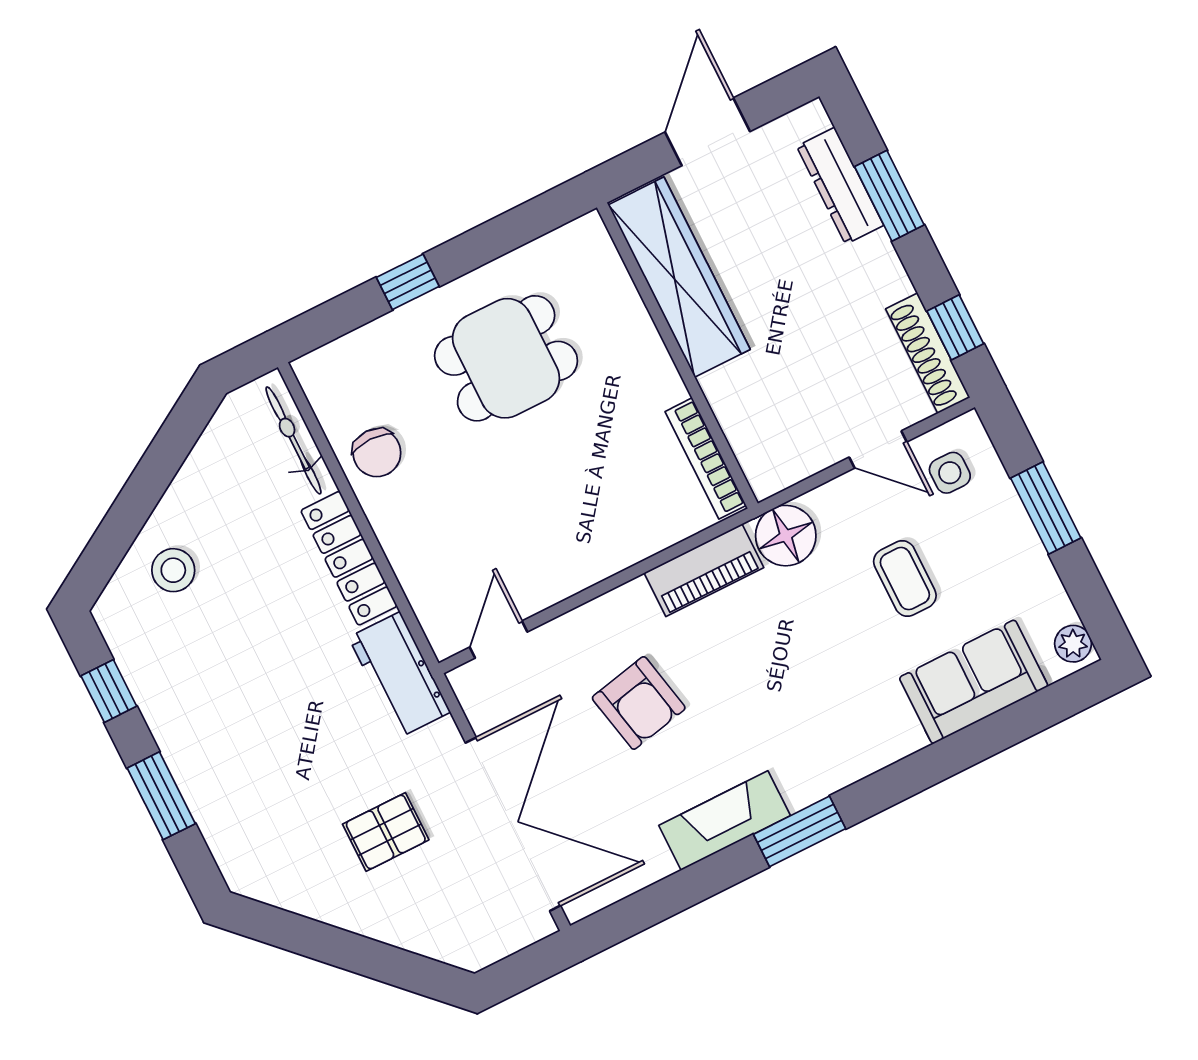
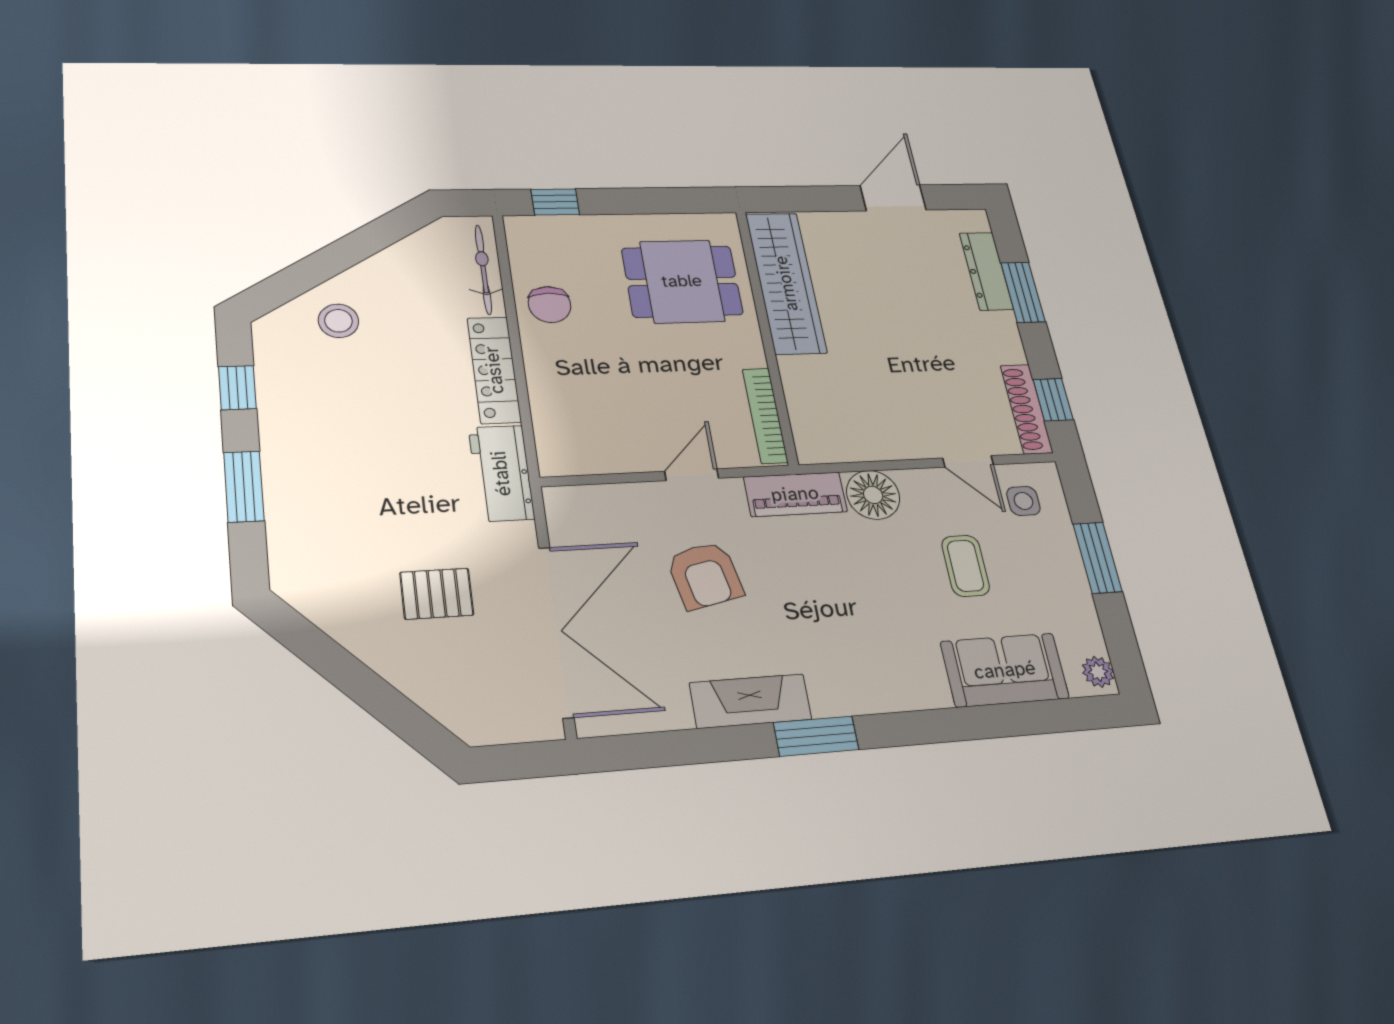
wardrobe: (679, 277) -> (786, 283), moved
window: (408, 282) -> (555, 202), moved
wall: (677, 356) -> (766, 335), moved
bookcase: (706, 458) -> (765, 416), moved
door: (499, 640) -> (692, 475), moved

